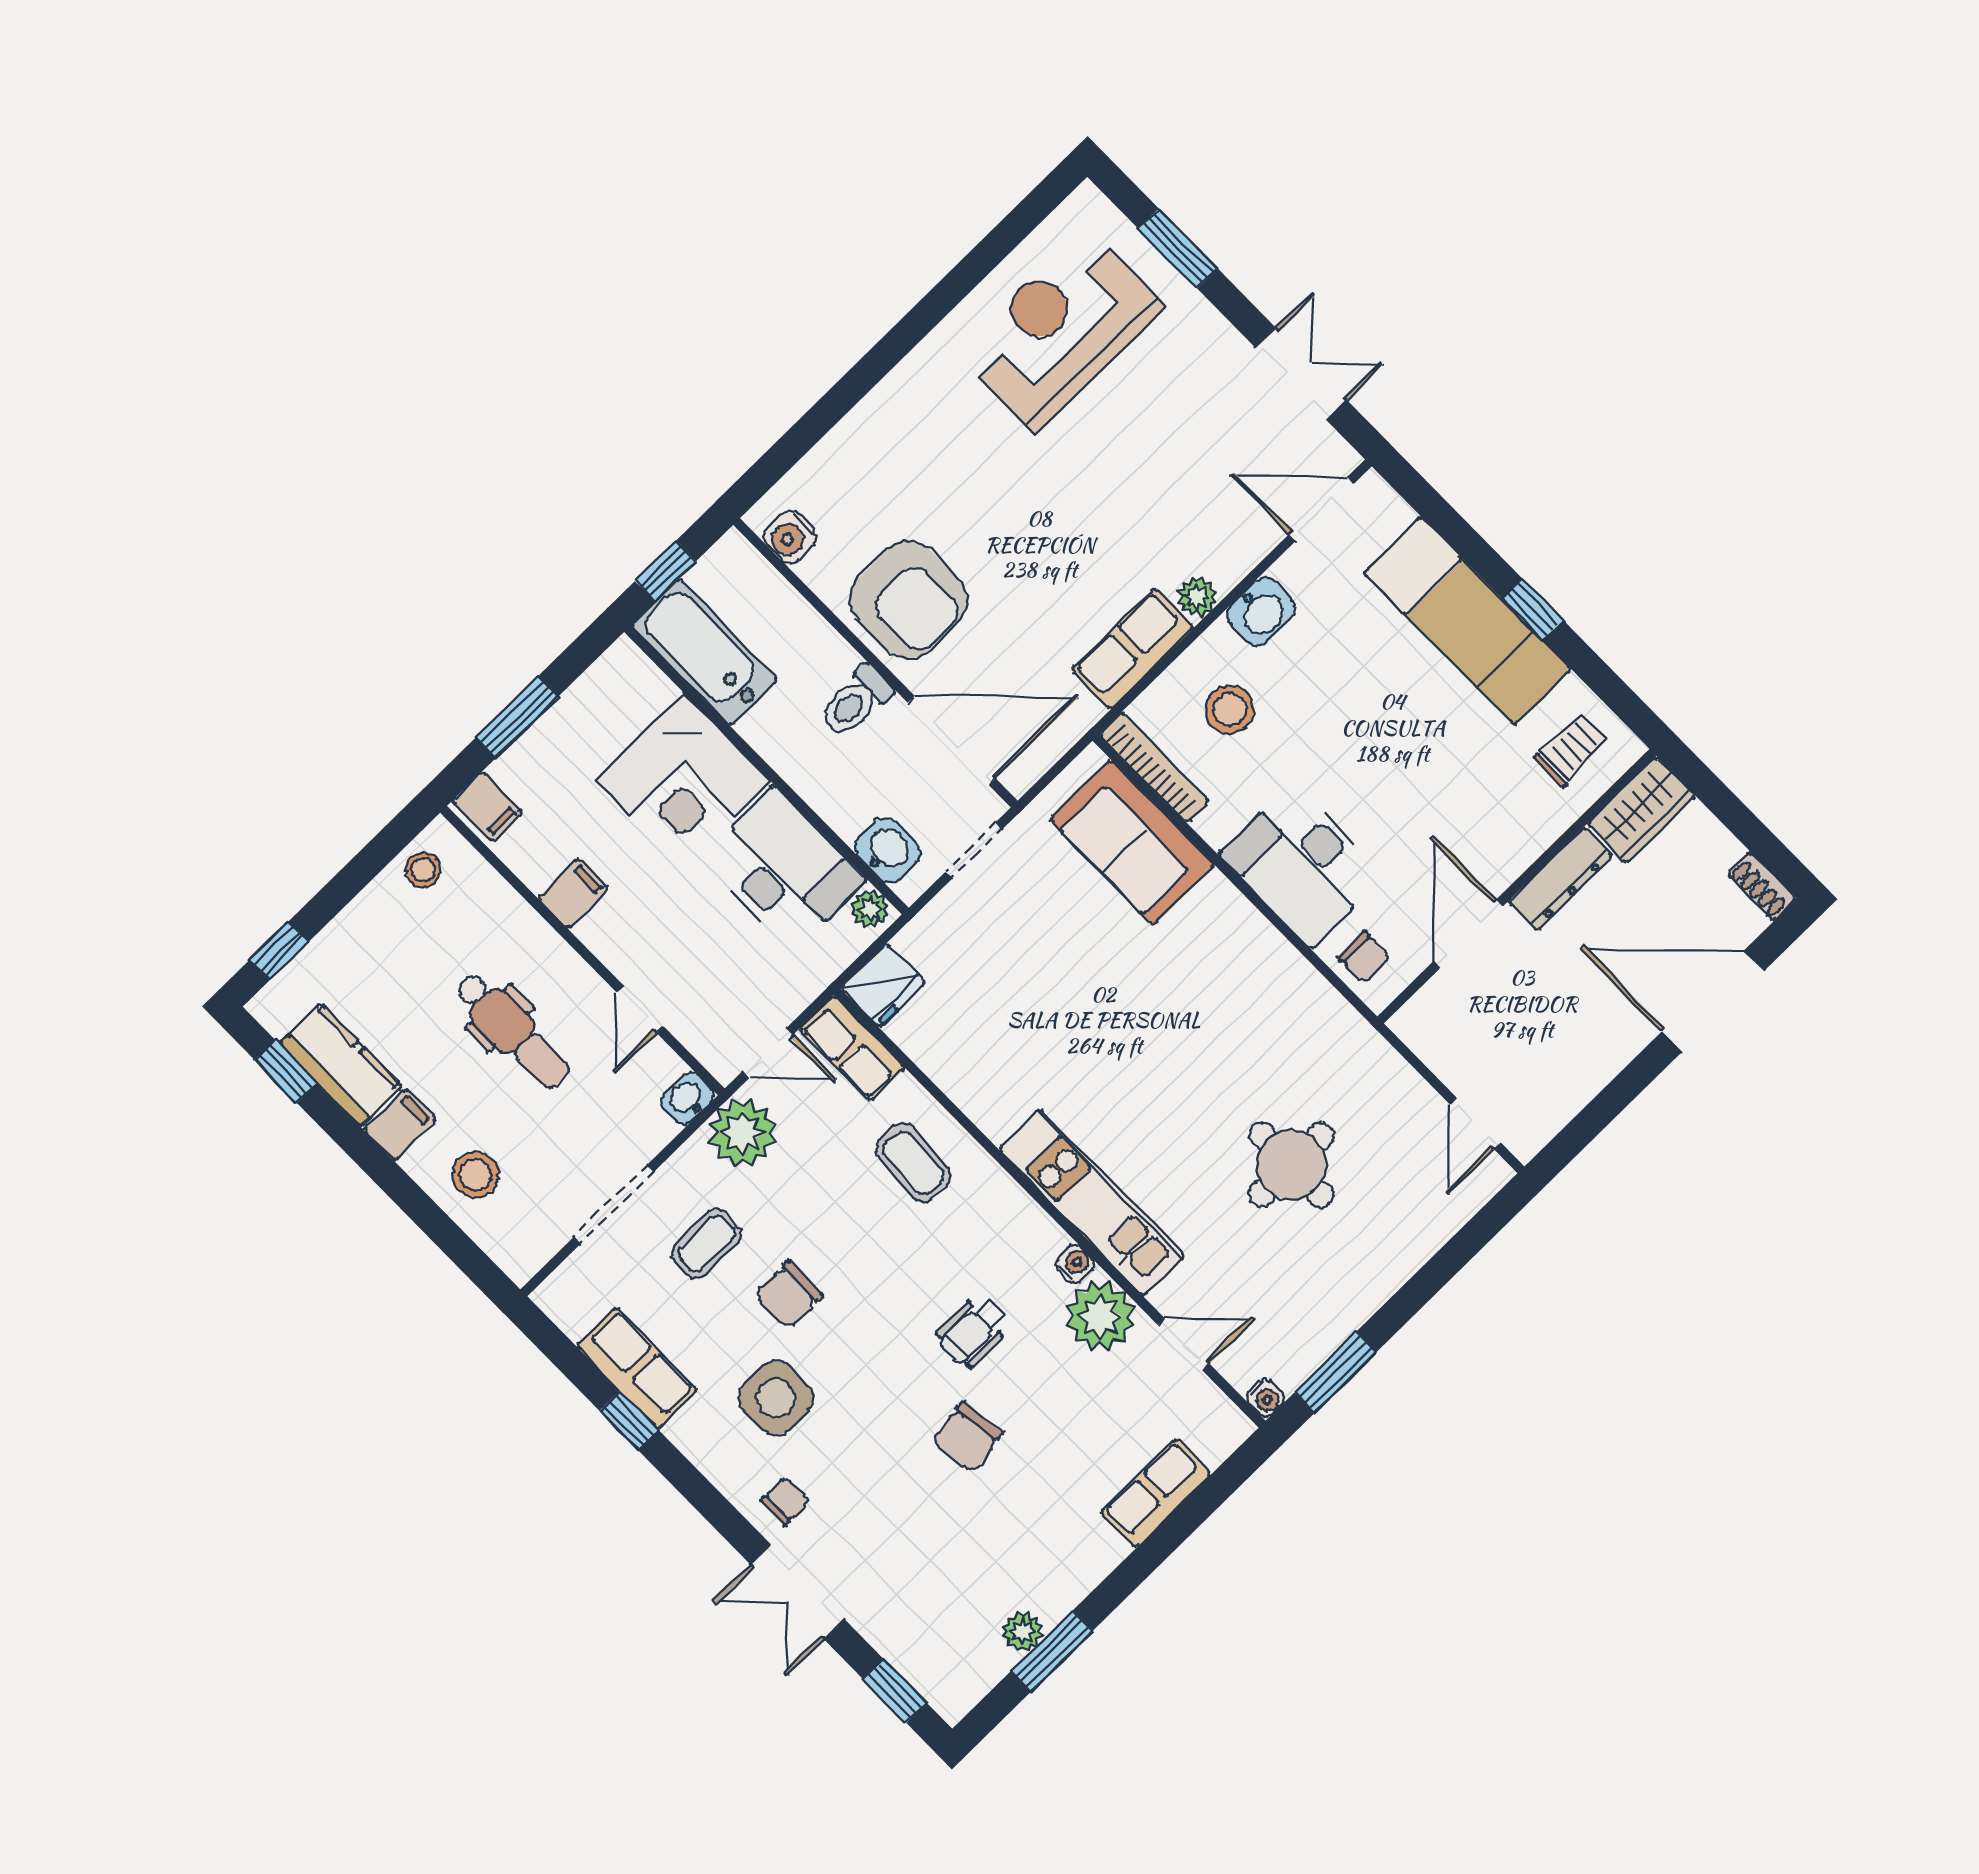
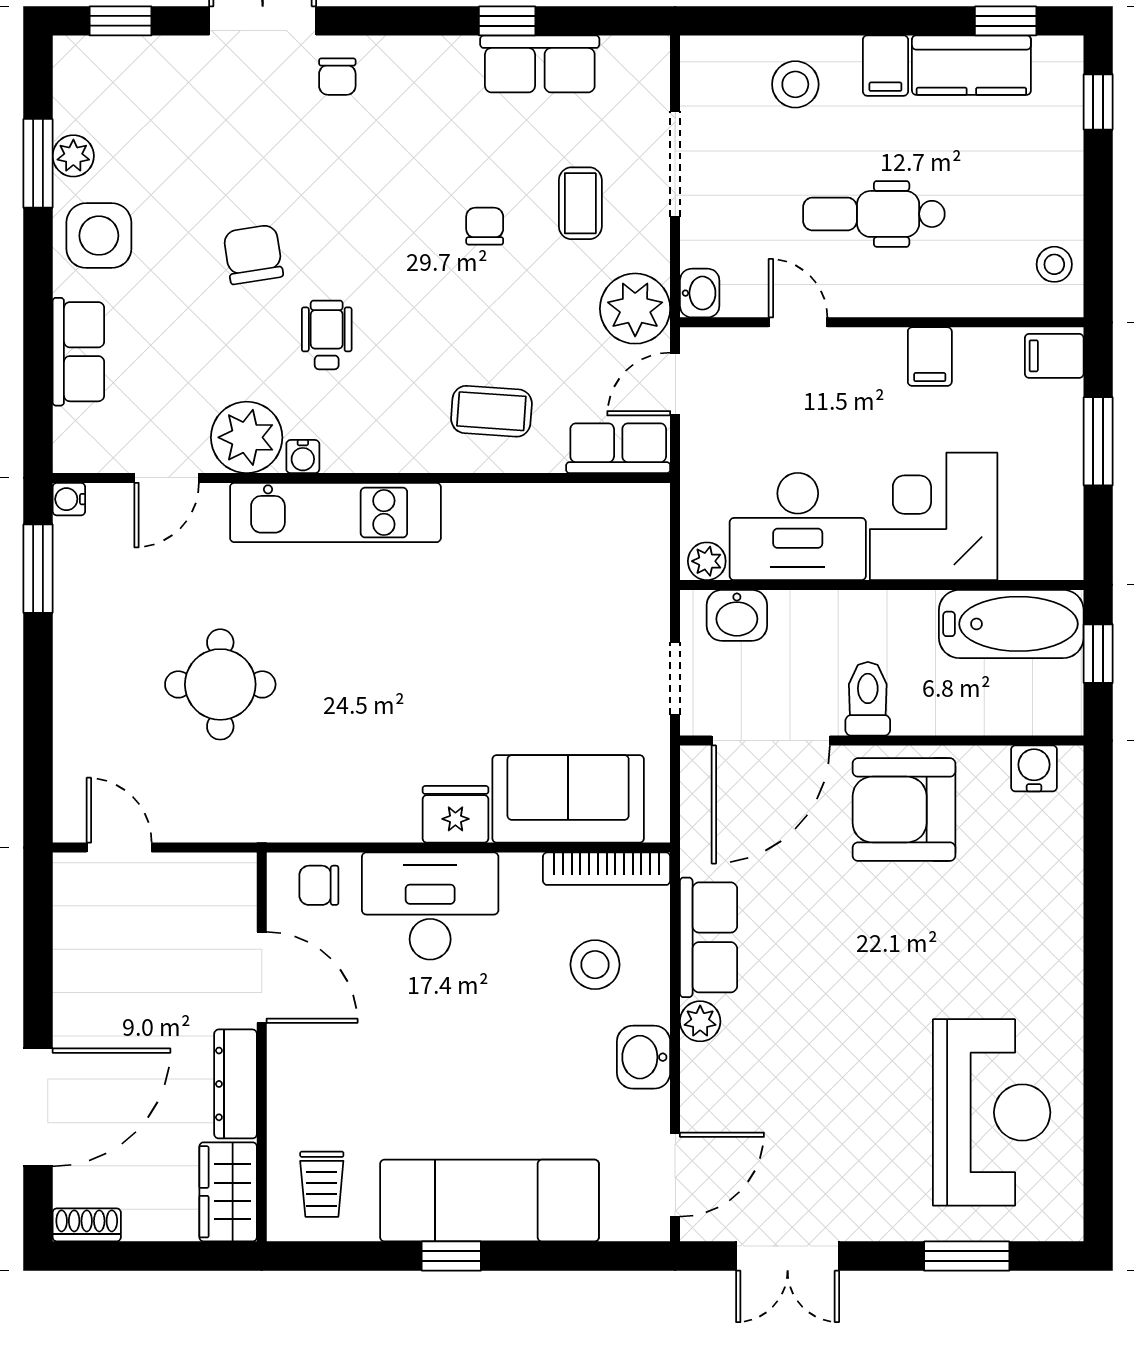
fridge: (883, 986) -> (455, 814), moved, turned 90
chair: (788, 1295) -> (485, 226), width x0.73, depth x0.73
side table: (776, 1398) -> (99, 236), moved

